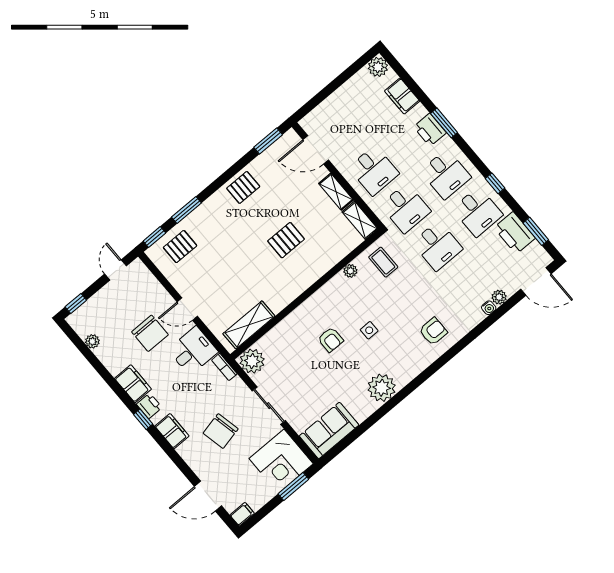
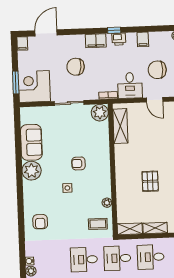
door: (187, 309) -> (155, 100), swing flipped
filing cabinet: (133, 384) -> (143, 39), width x0.50
sofa: (329, 430) -> (31, 142), moved
chair: (221, 431) -> (76, 67), turned -72

